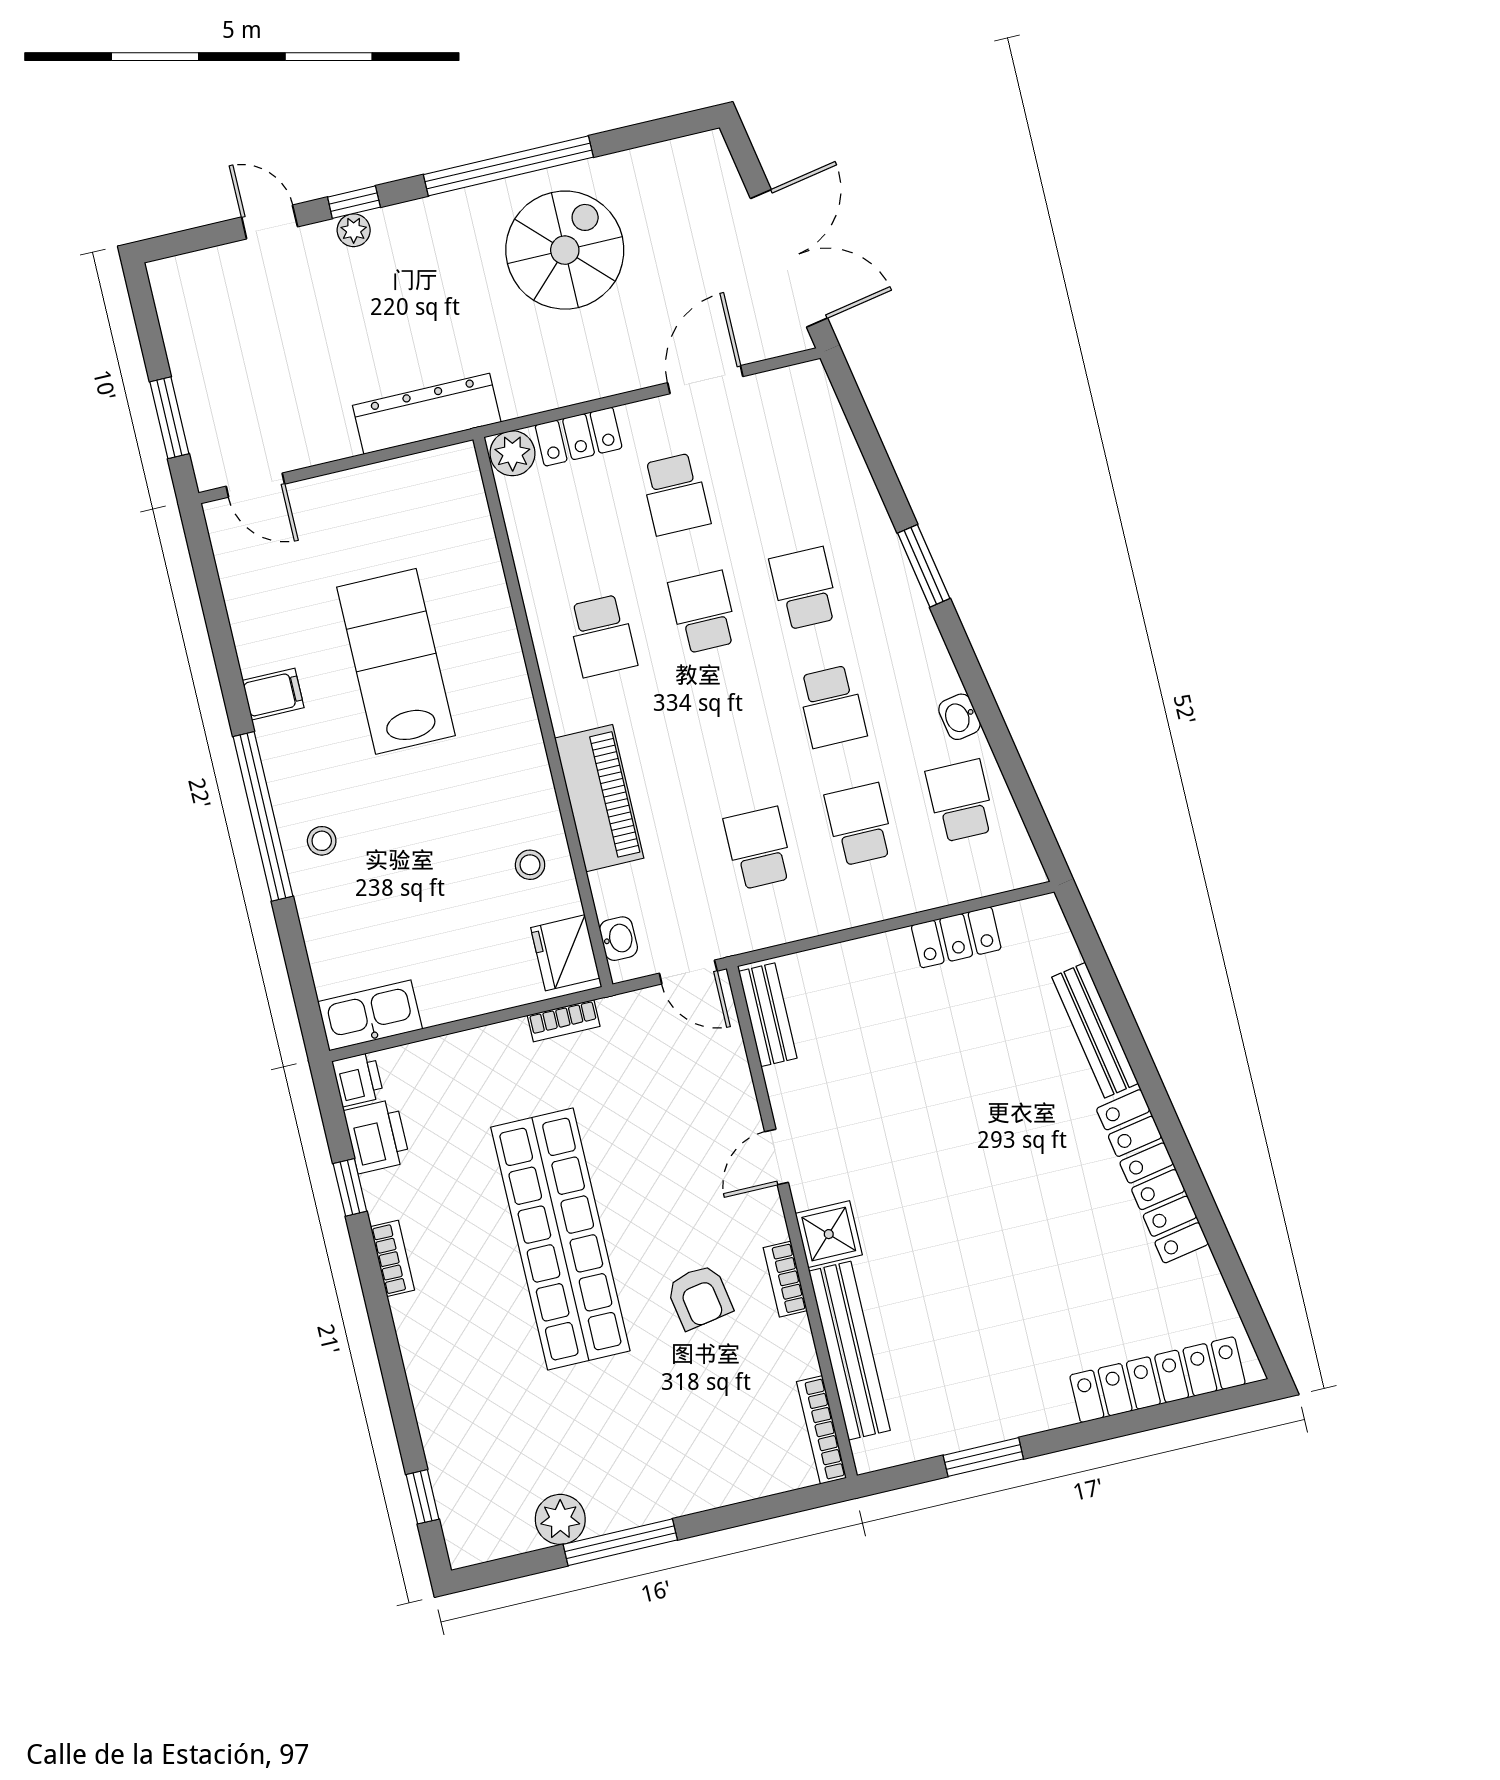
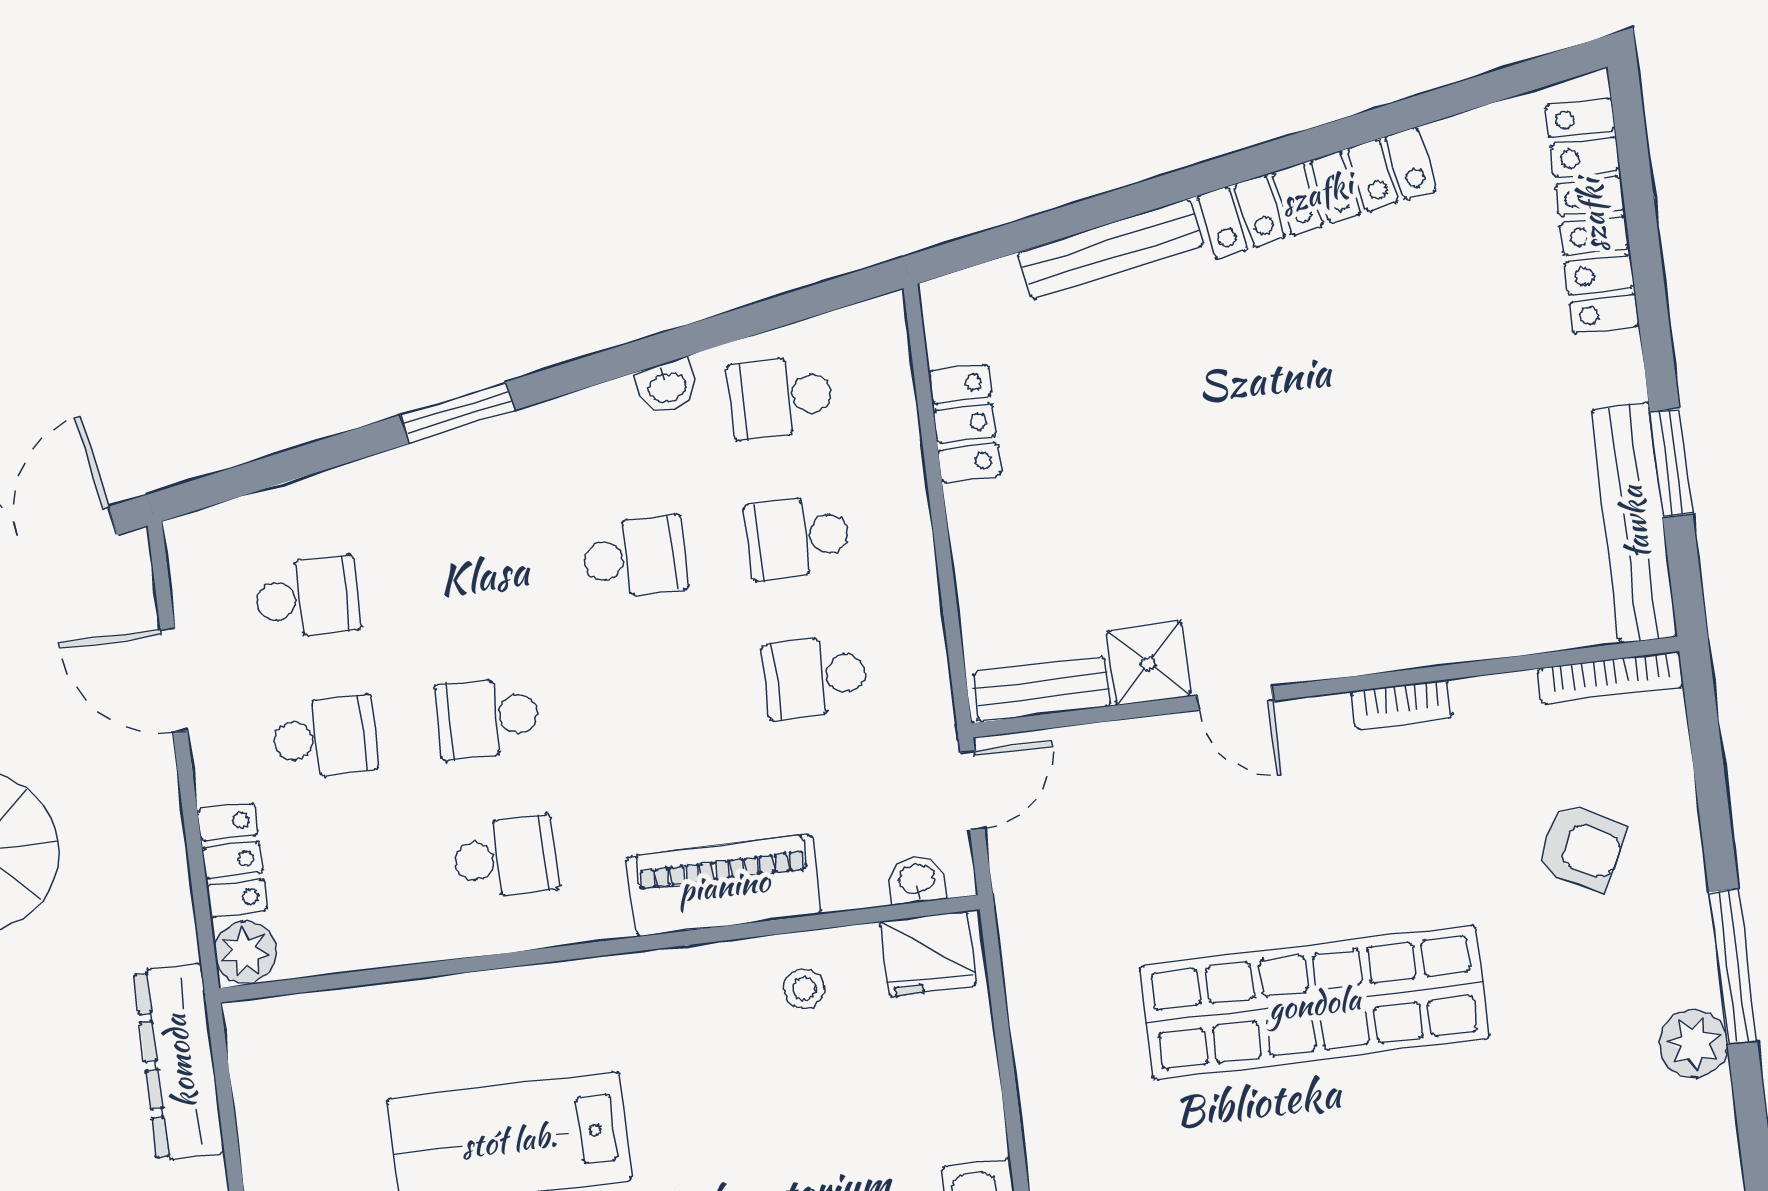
school desk: (804, 588) -> (307, 597), moved, turned 180
bookcase: (564, 1021) -> (1020, 966), removed
shower: (829, 1234) -> (1149, 663), moved
armchair: (699, 1297) -> (1582, 848), moved, turned 37
bench: (850, 1351) -> (1634, 523), moved, turned 90

